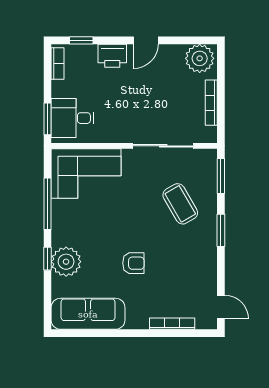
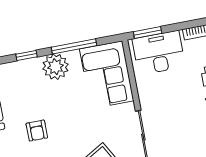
desk: (72, 118) -> (159, 53), width x1.37
plant: (66, 262) -> (55, 67), moved

